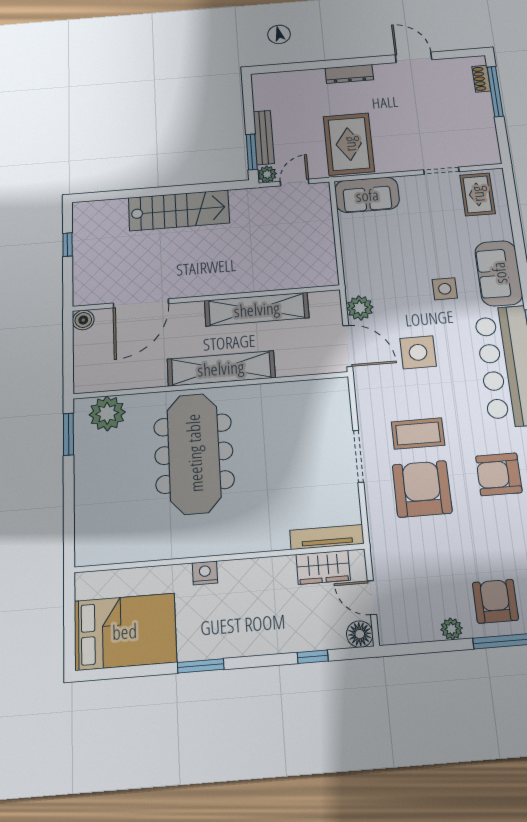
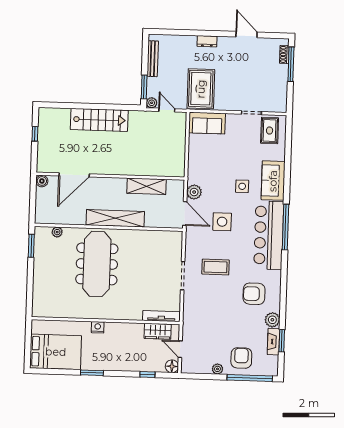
dresser: (349, 74) -> (207, 41), width x0.70
bench: (264, 137) -> (153, 59), moved
door: (295, 182) -> (167, 110), hinge flipped
shelving: (257, 309) -> (147, 186), width x0.68
plant: (107, 413) -> (57, 232), width x0.53, depth x0.53
armchair: (422, 489) -> (213, 297), removed

